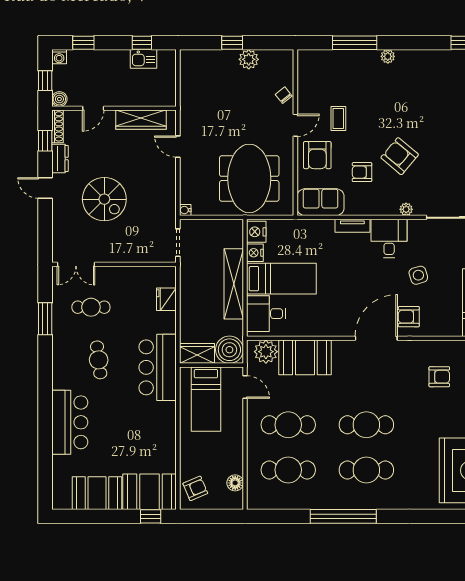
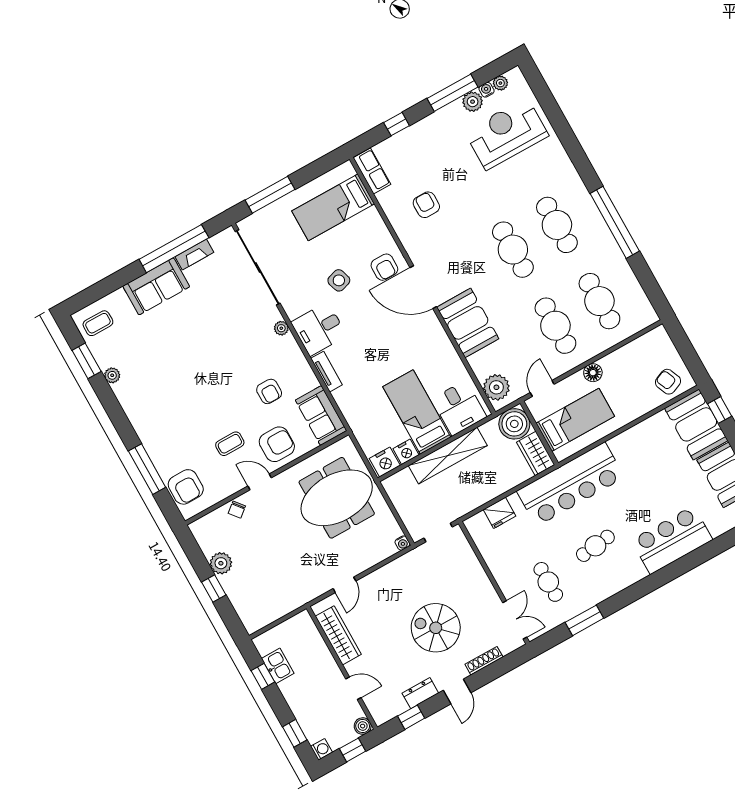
plant: (388, 56) -> (112, 375), moved
shoe rack: (57, 126) -> (484, 661), moved
armchair: (400, 156) -> (186, 487), moved, turned -40
spiral stairs: (104, 199) -> (436, 628), turned -90
booth: (305, 357) -> (468, 323), moved
bar counter: (158, 367) -> (571, 484), width x1.36
floor lamp: (235, 483) -> (593, 373), moved

